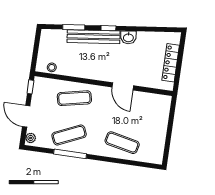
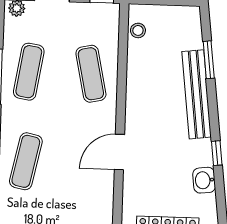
window: (108, 28) -> (217, 153), moved
washbasin: (128, 37) -> (204, 180), moved
exercise mat: (69, 135) -> (29, 72), turned 33

